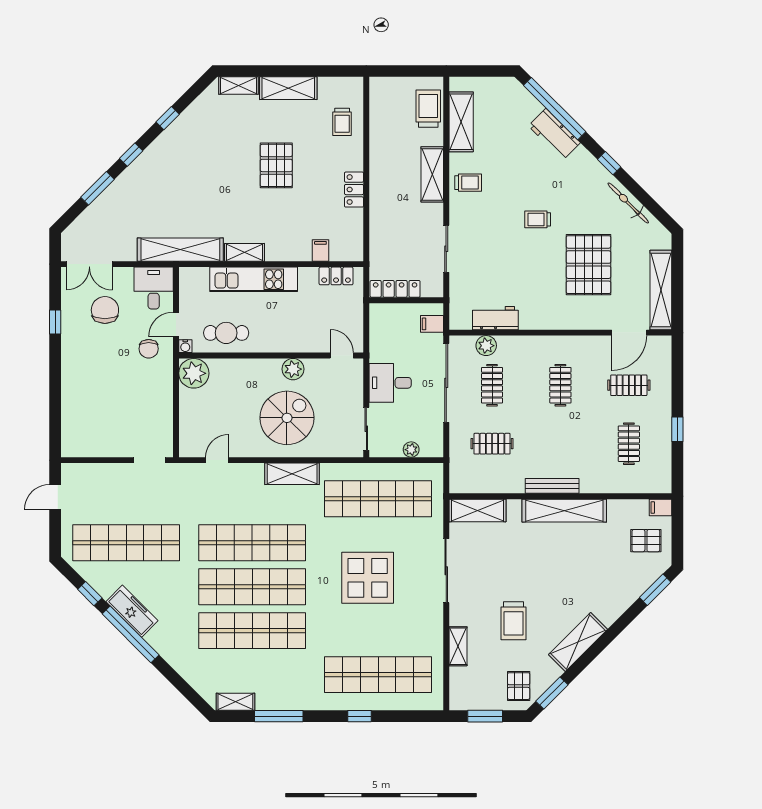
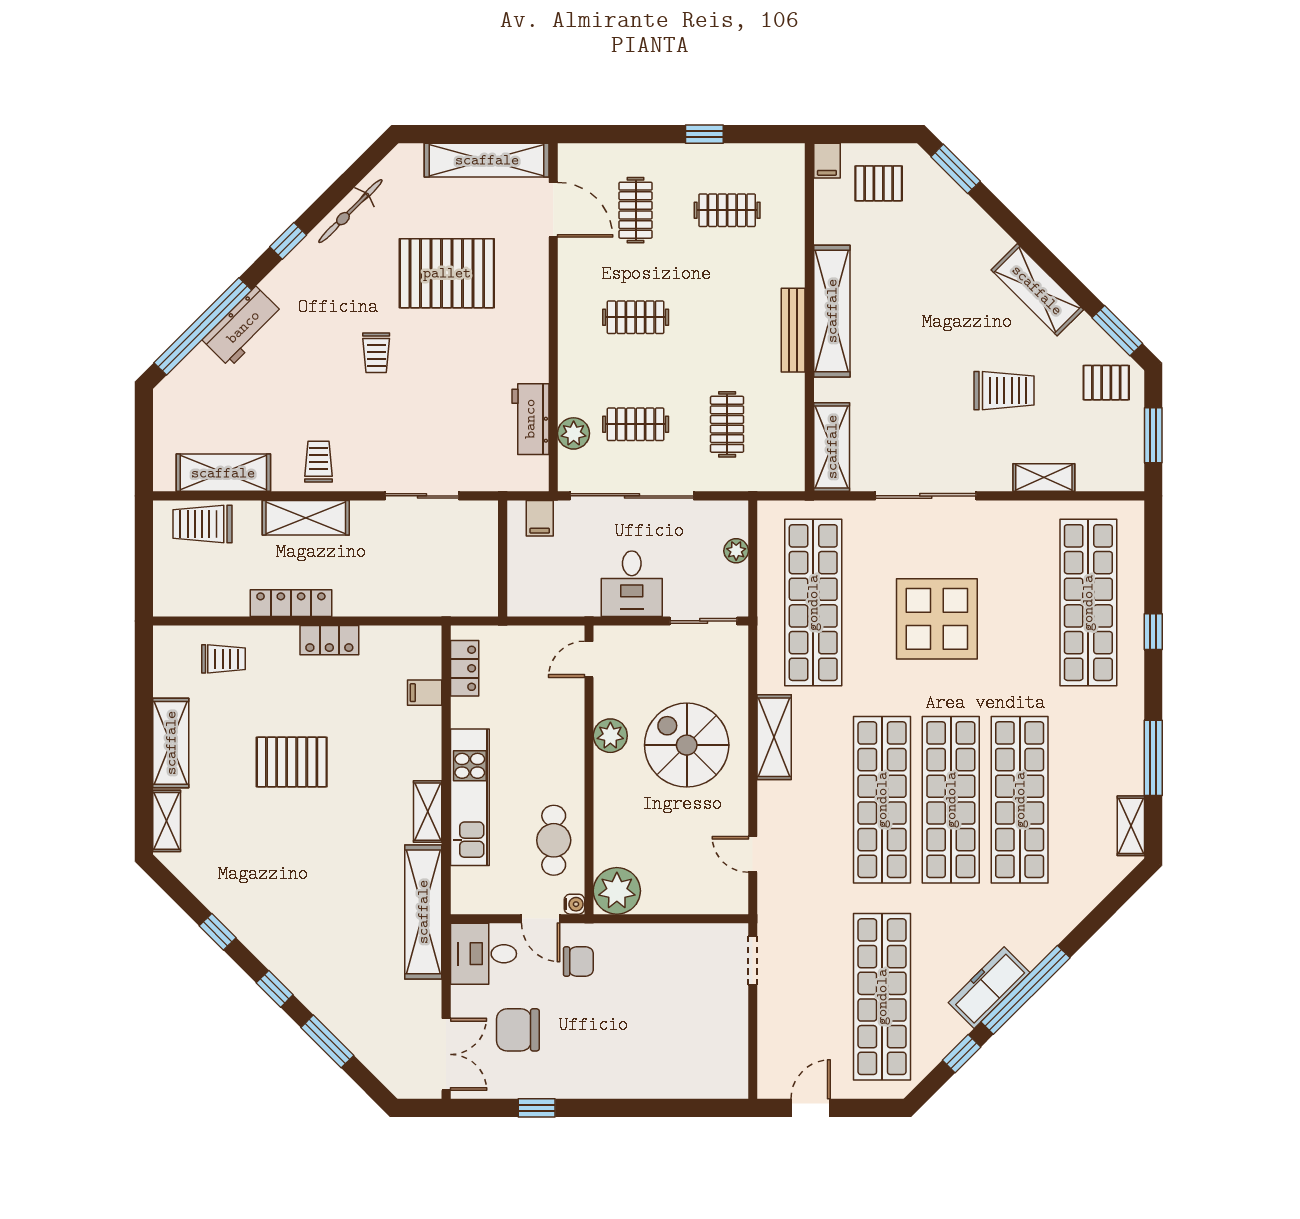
locker: (395, 289) -> (291, 603), moved, turned 90
door: (55, 497) -> (811, 1108), swing flipped
pallet: (646, 541) -> (879, 183), turned 90

